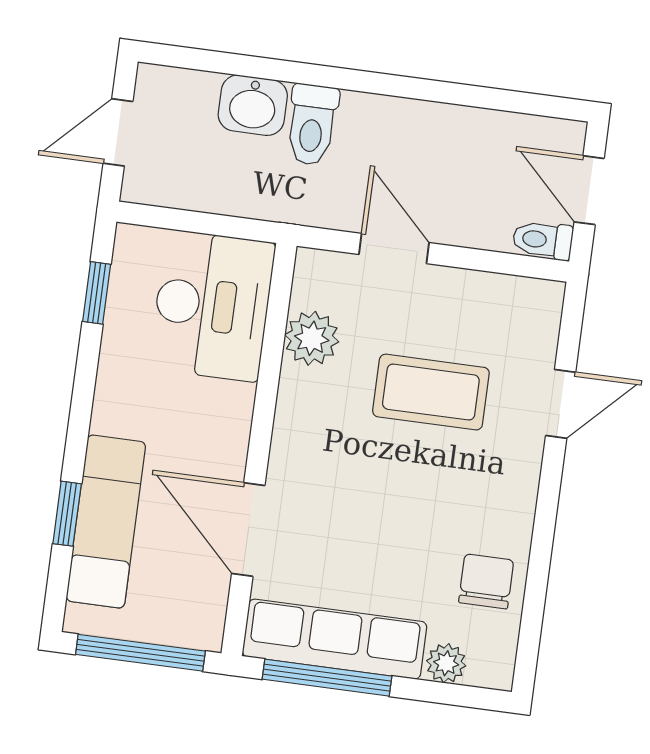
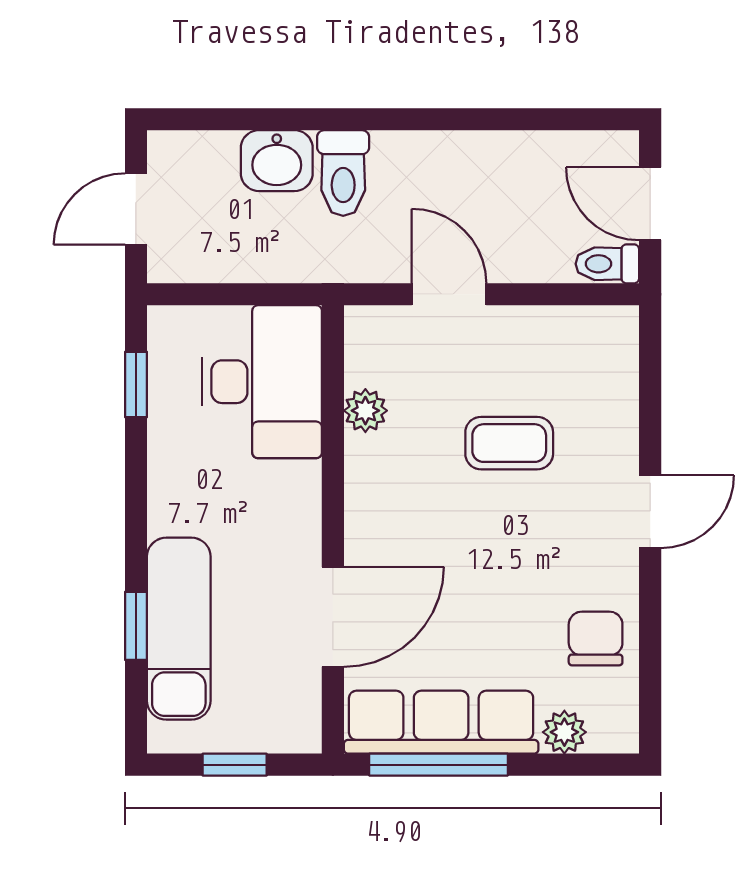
plant: (312, 338) -> (365, 411), width x0.73, depth x0.73
coffee table: (431, 392) -> (509, 443), width x0.73, depth x0.77
door: (561, 404) -> (650, 512), moved
door: (248, 530) -> (333, 617), swing flipped
window: (140, 653) -> (235, 765), width x0.46

